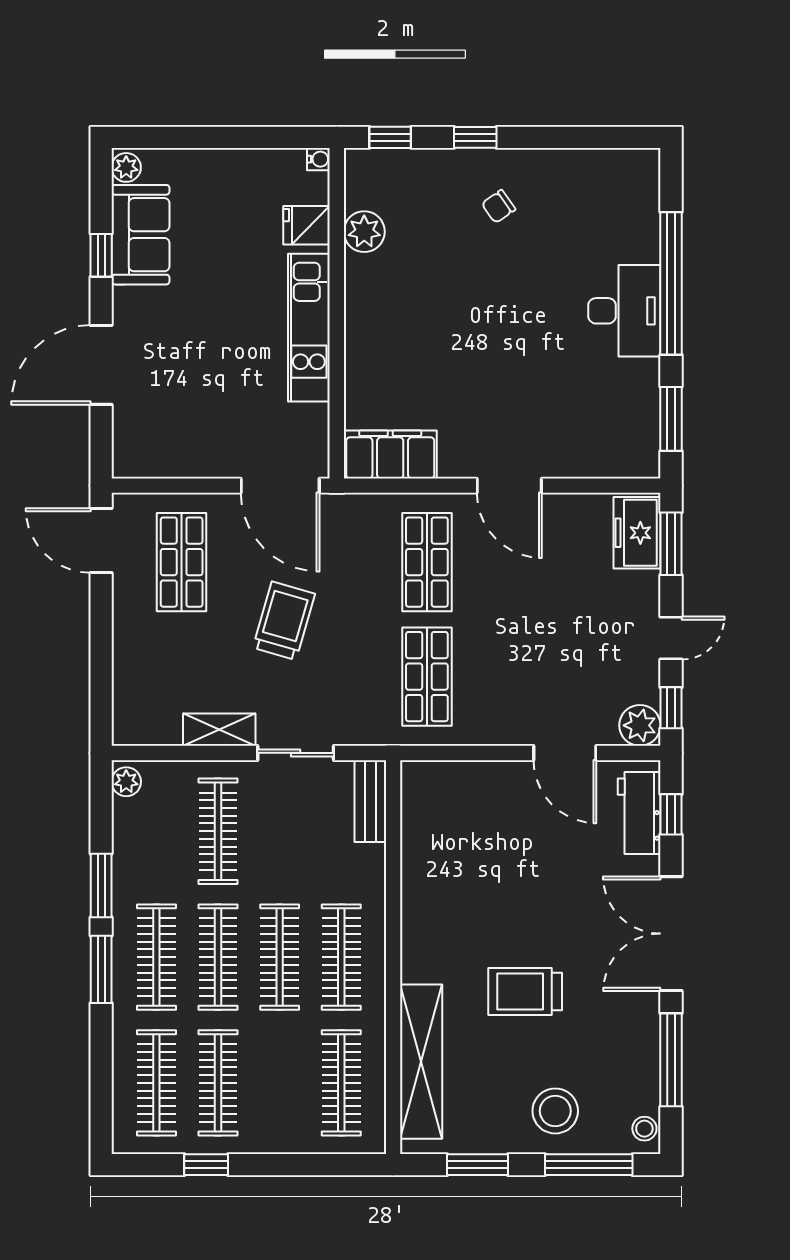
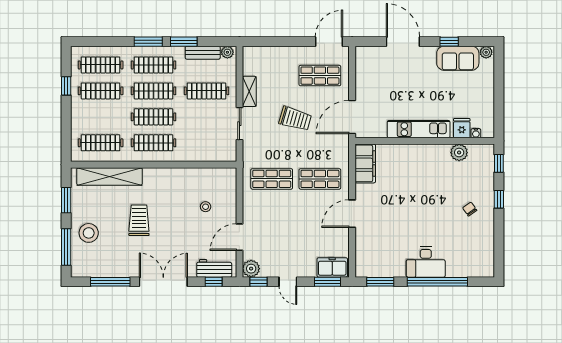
water cooler: (318, 159) -> (476, 133), moved
bench: (370, 801) -> (203, 53), moved
stool: (644, 1129) -> (206, 207), moved

